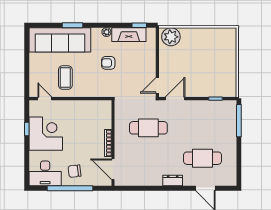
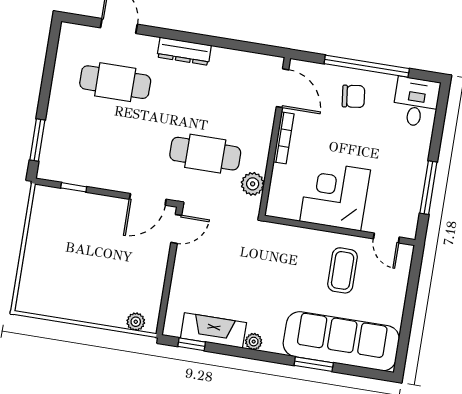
plant: (171, 37) -> (136, 322), width x0.53, depth x0.53
armchair: (108, 63) -> (260, 285), removed
plant: (121, 116) -> (253, 184), added
window: (239, 121) -> (37, 140), width x0.69
window: (27, 129) -> (428, 188), width x2.17
corner desk: (46, 134) -> (335, 196), moved, turned 90
desk: (45, 173) -> (416, 102), width x0.73
dresser: (173, 181) -> (184, 51), width x1.44

